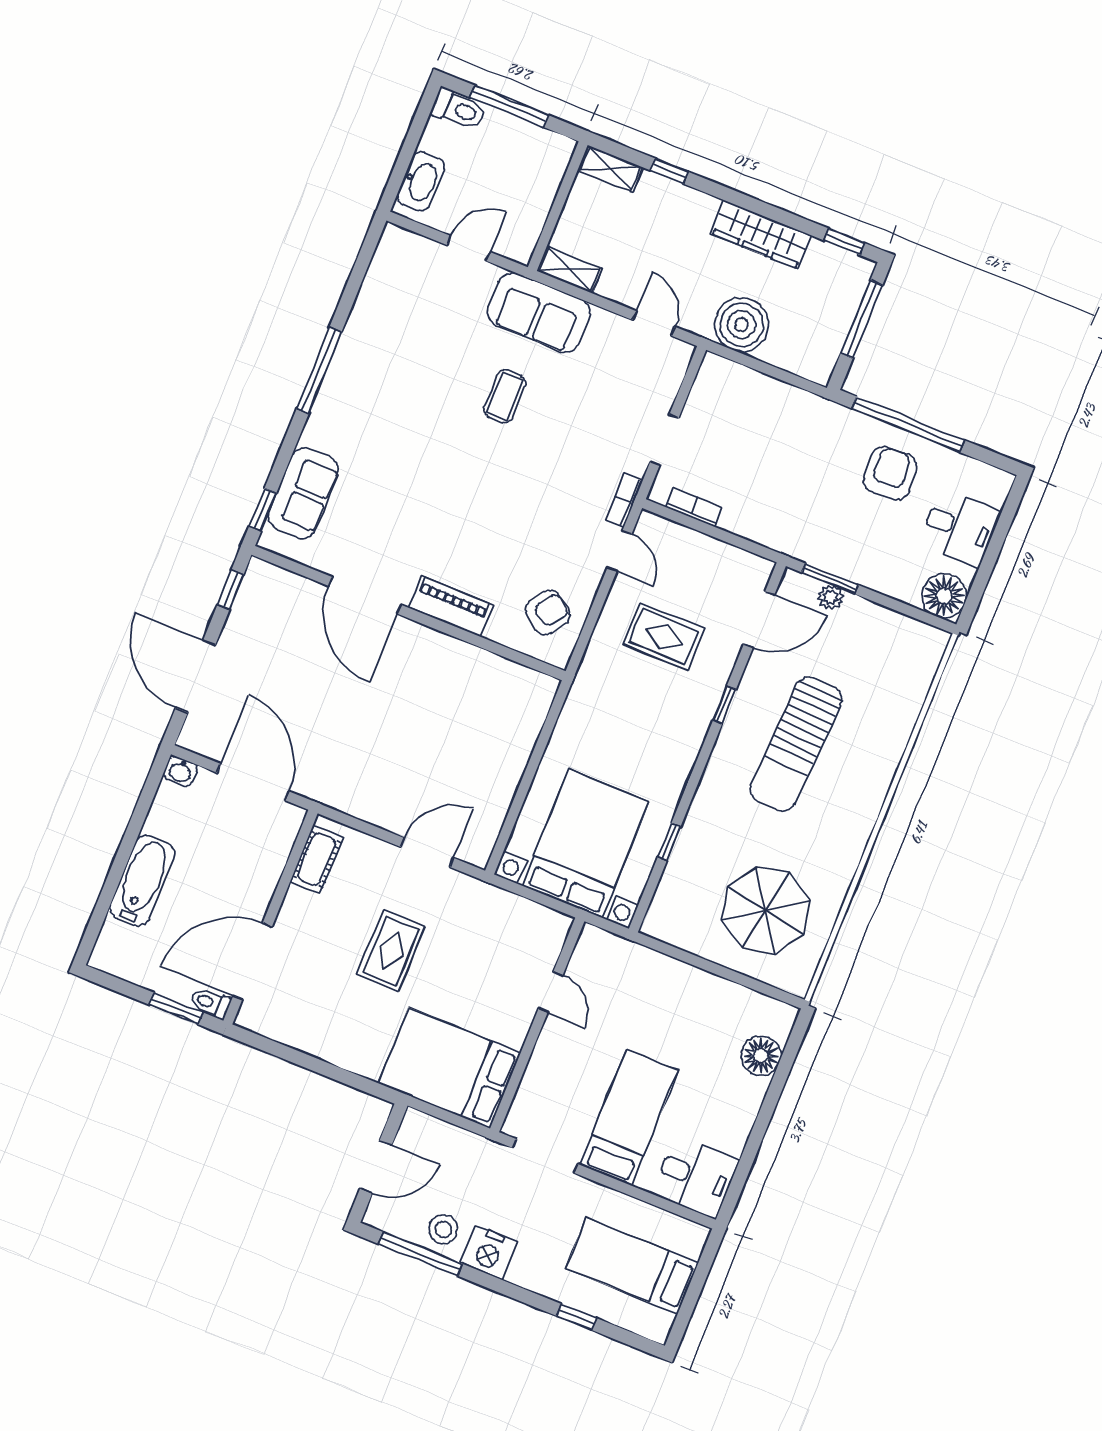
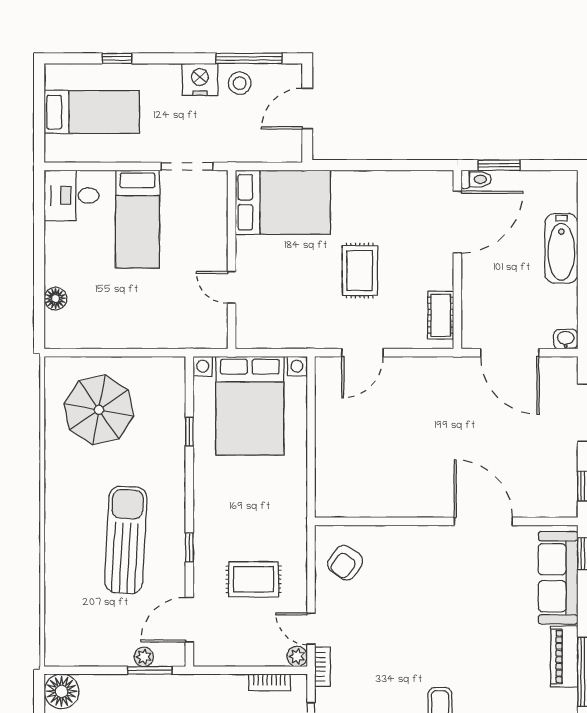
sofa: (303, 493) -> (558, 578), width x1.36
plant: (649, 525) -> (297, 656), added
piano: (451, 606) -> (564, 656), moved, turned 90
floor lamp: (761, 1056) -> (55, 299), width x0.73, depth x0.73

